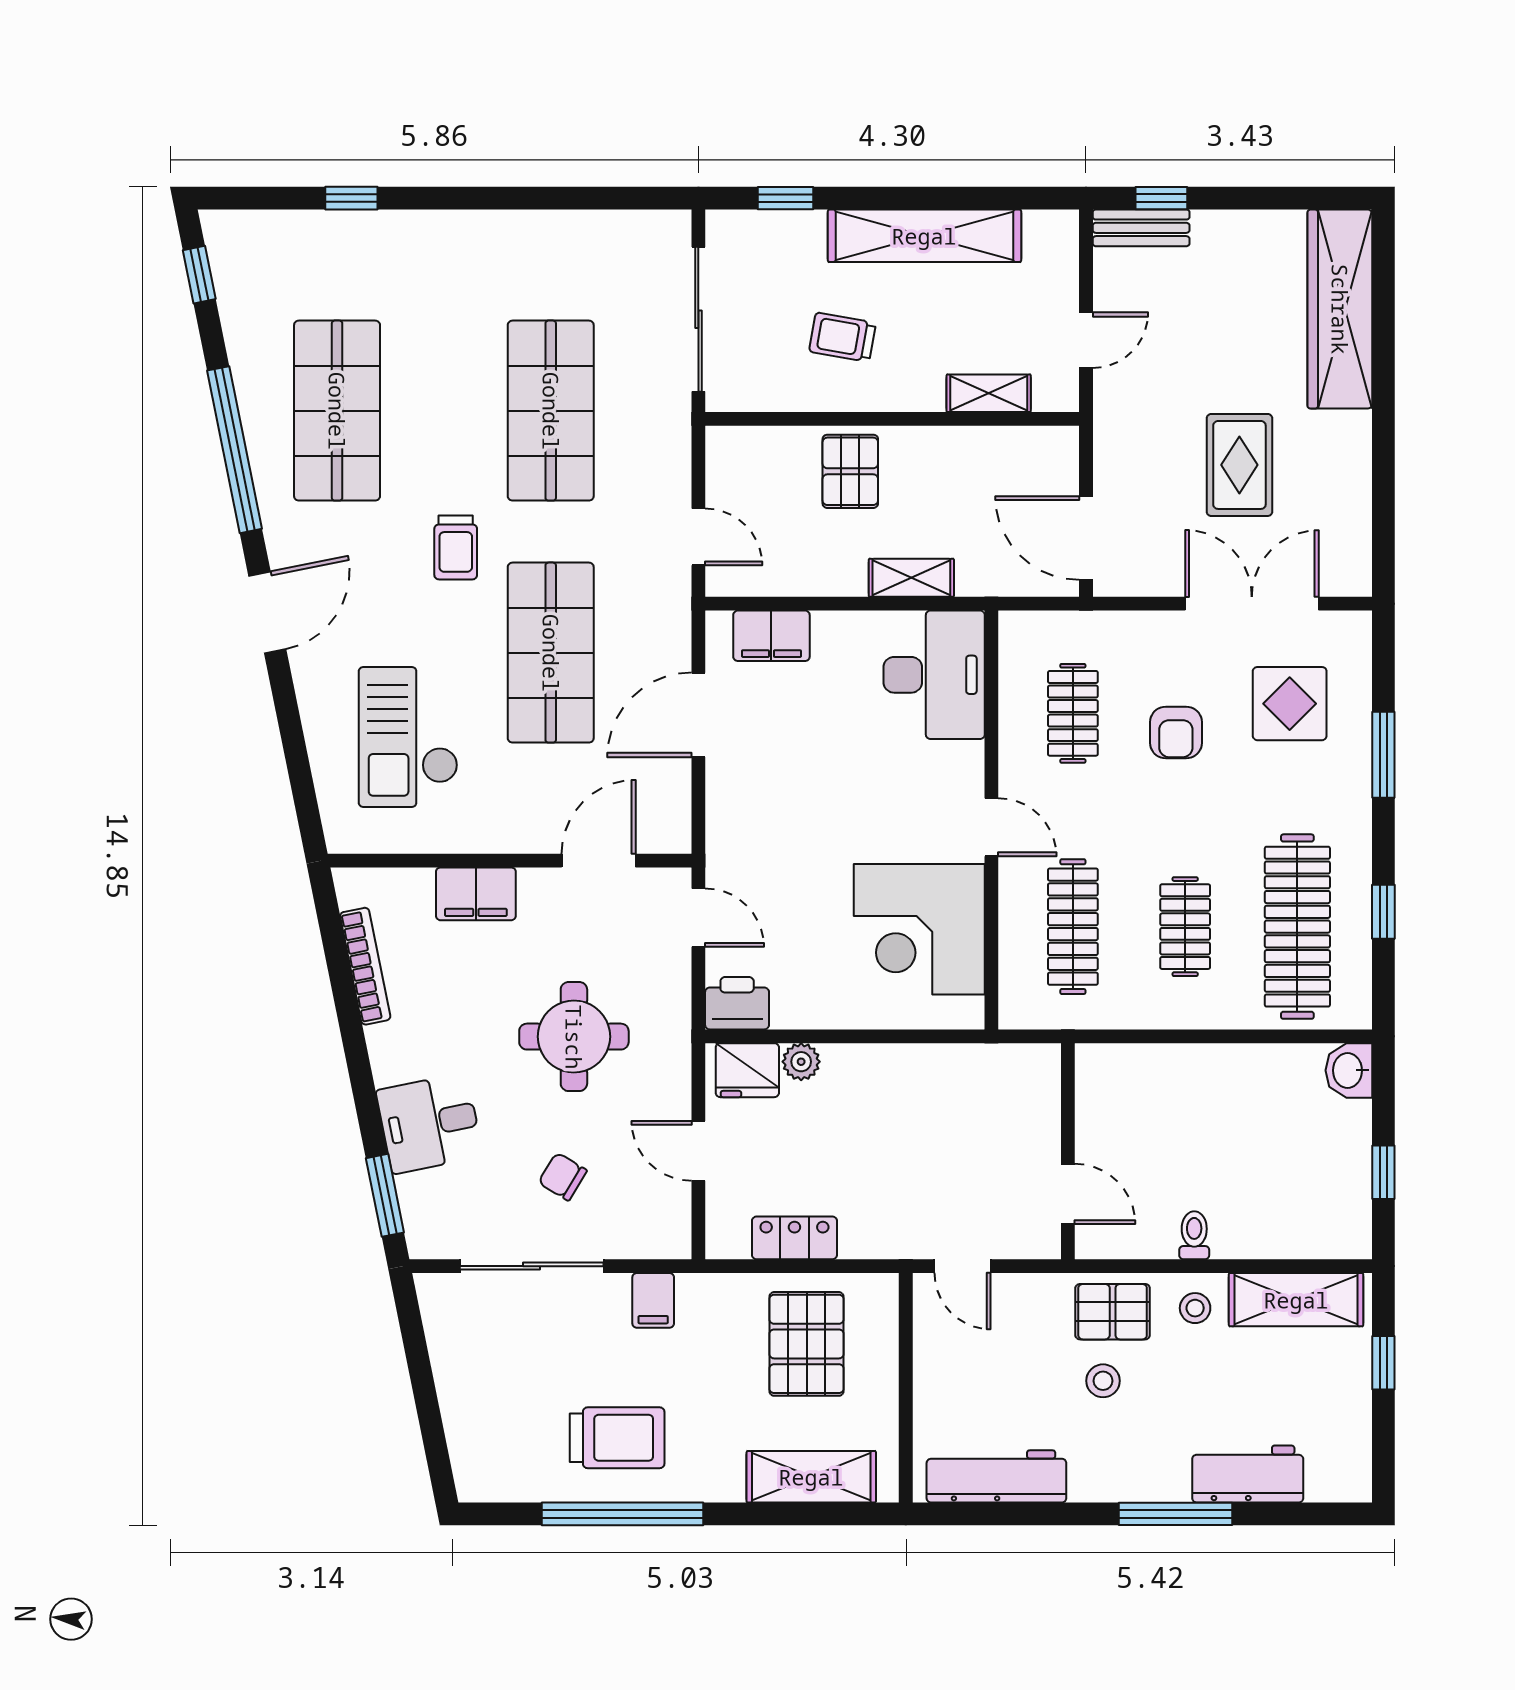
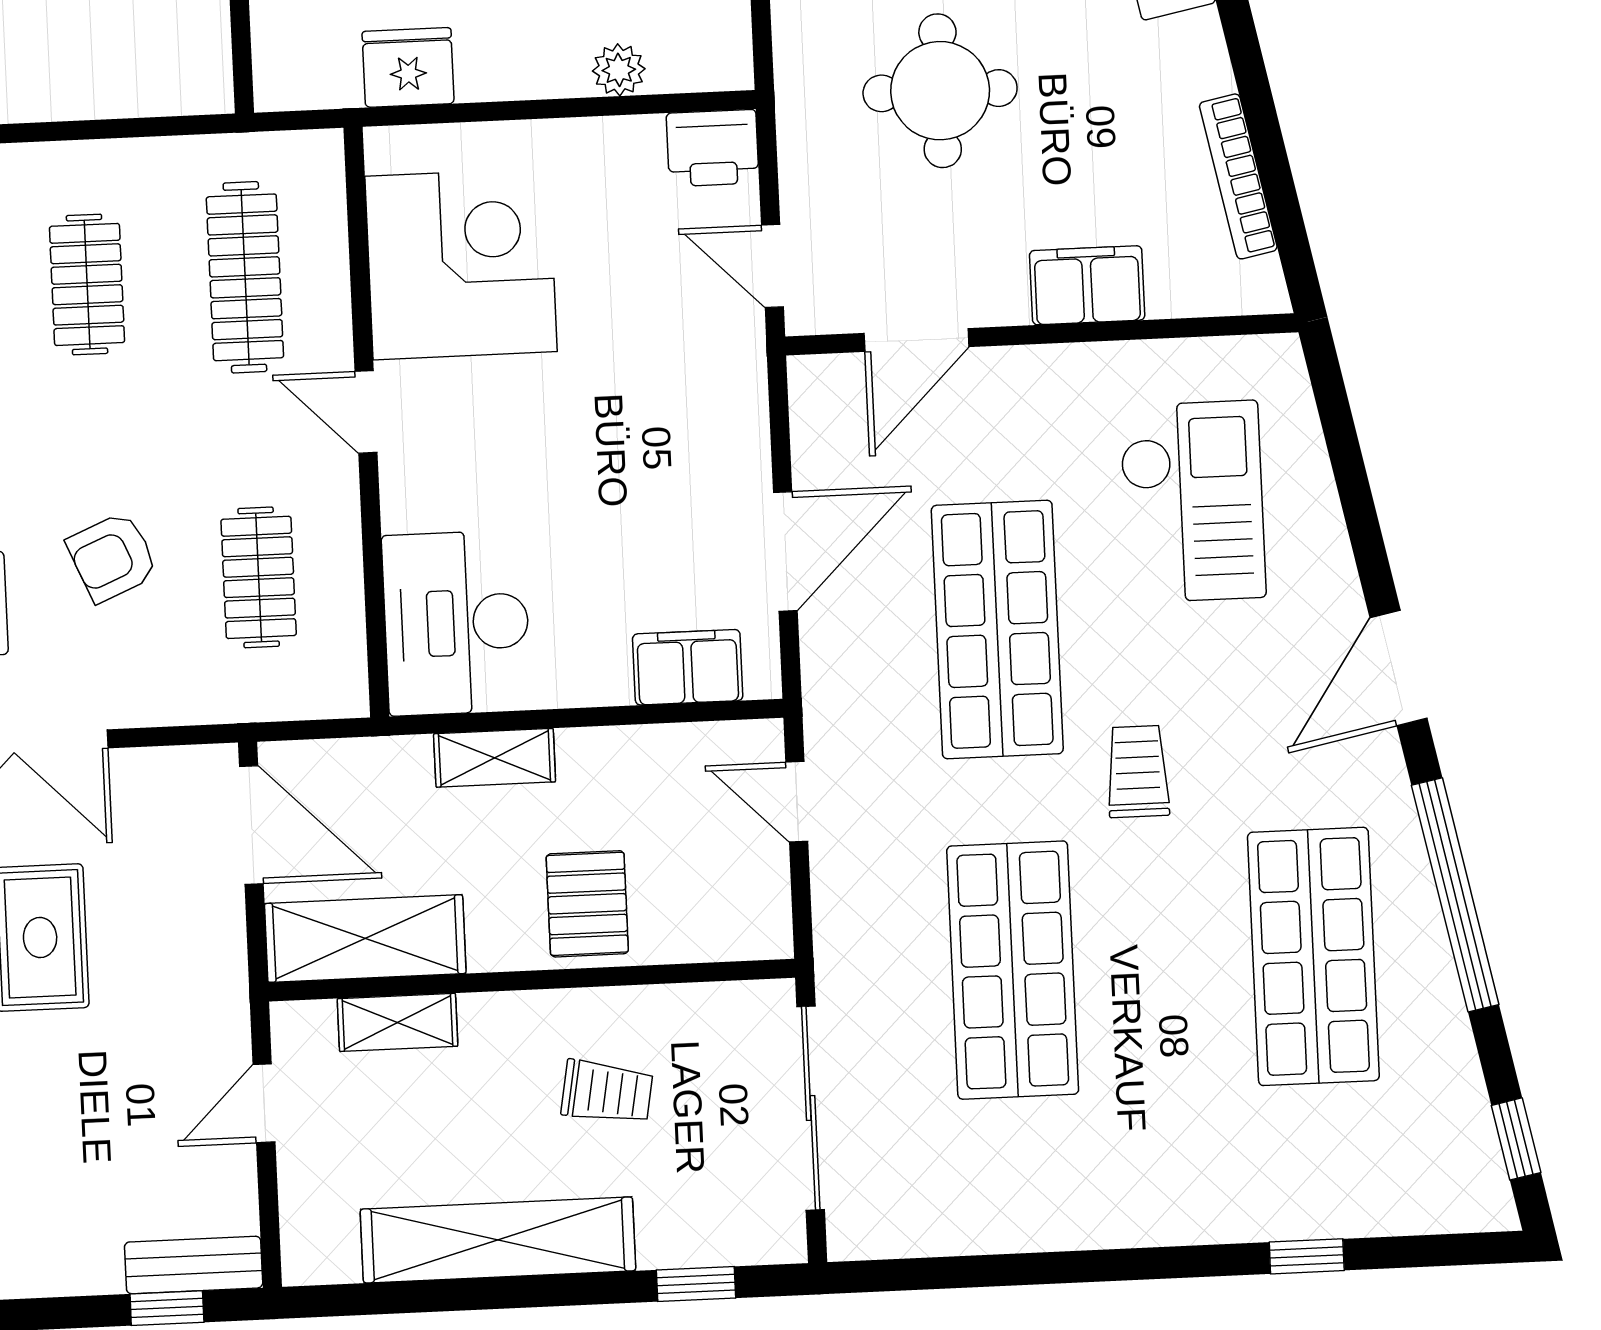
shelving: (1009, 454) -> (365, 939), added
armchair: (1176, 732) -> (112, 557), turned -113
fridge: (747, 1070) -> (408, 68), moved

